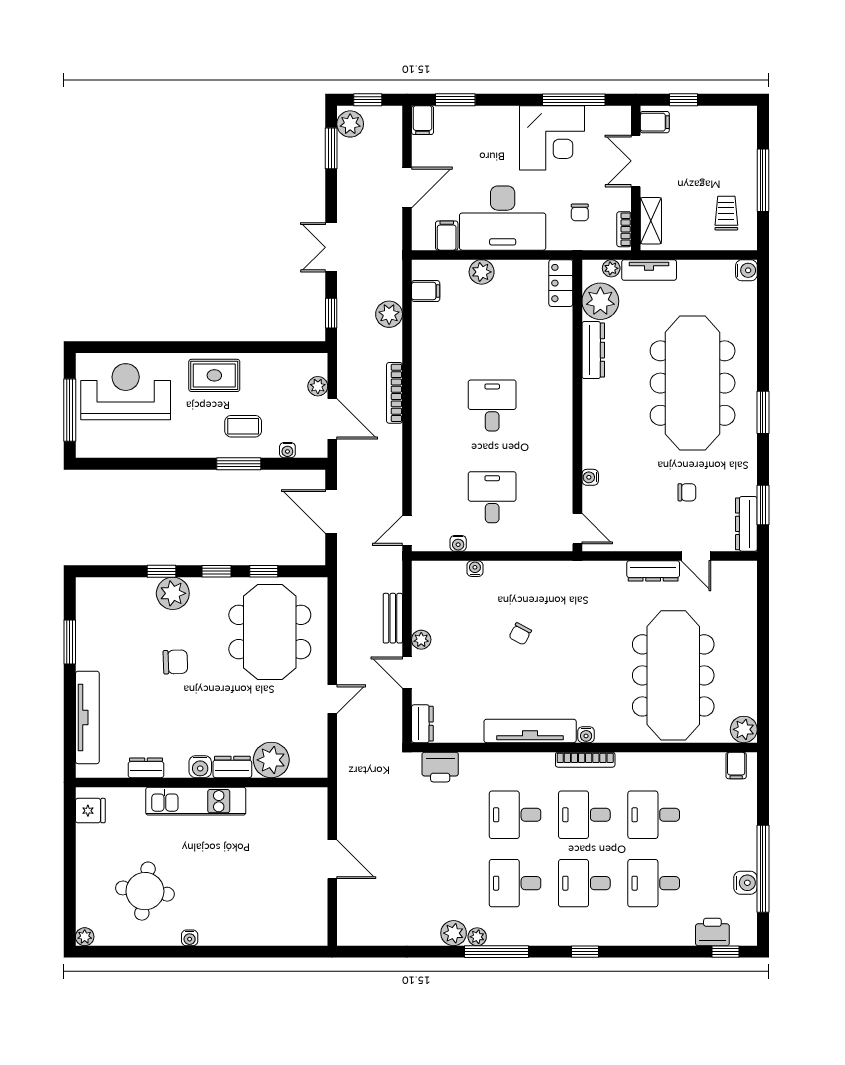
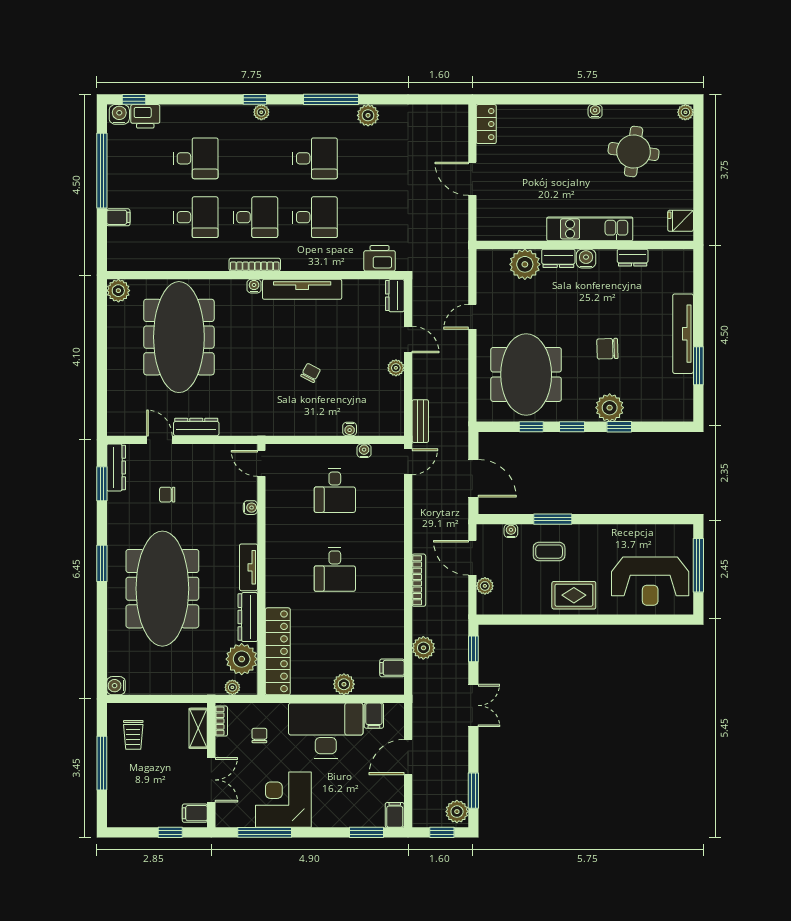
tv unit: (649, 270) -> (248, 567), moved, turned -90
locker: (561, 283) -> (278, 651), width x2.16, depth x1.21
bench: (393, 618) -> (420, 421), moved
tv unit: (87, 717) -> (683, 334), moved
filing cabinet: (736, 765) -> (118, 217), moved, turned 90
desk: (584, 883) -> (255, 158), removed
water cooler: (745, 883) -> (119, 114), moved, turned 90
locker: (316, 923) -> (486, 124), added
plant: (477, 937) -> (261, 112), moved

